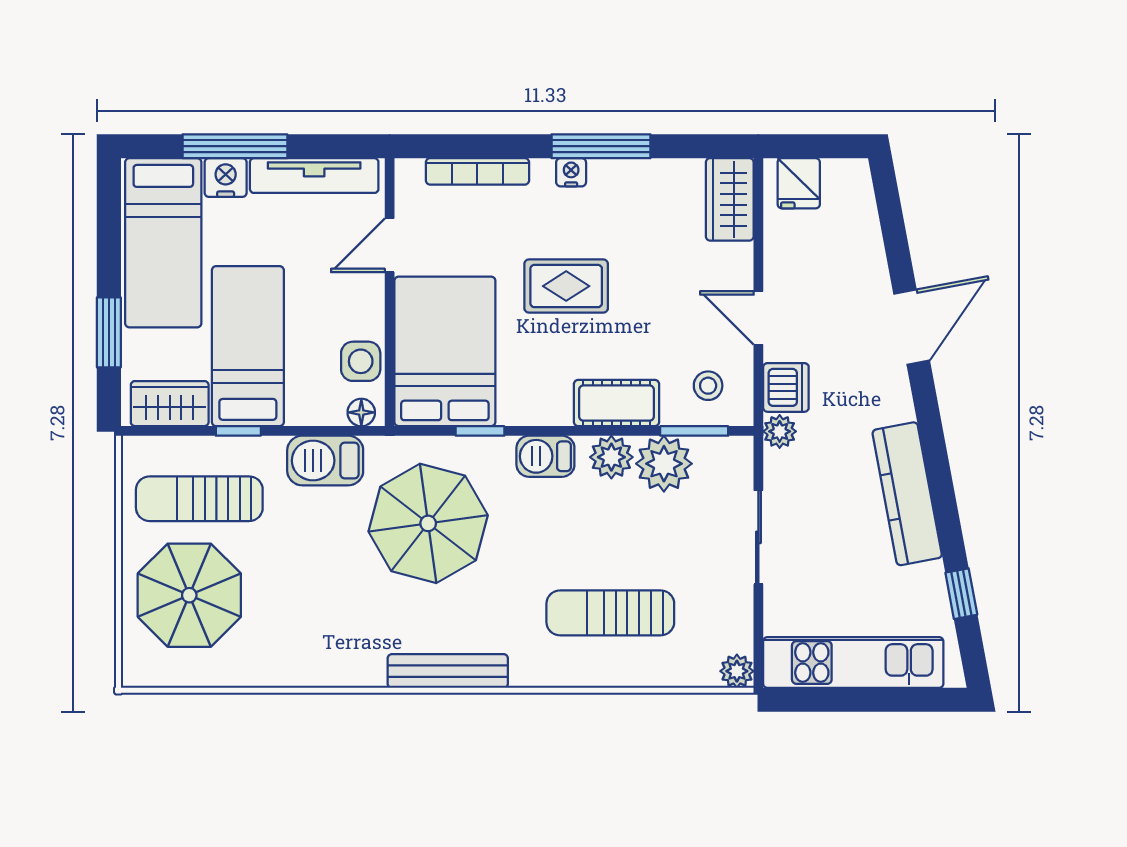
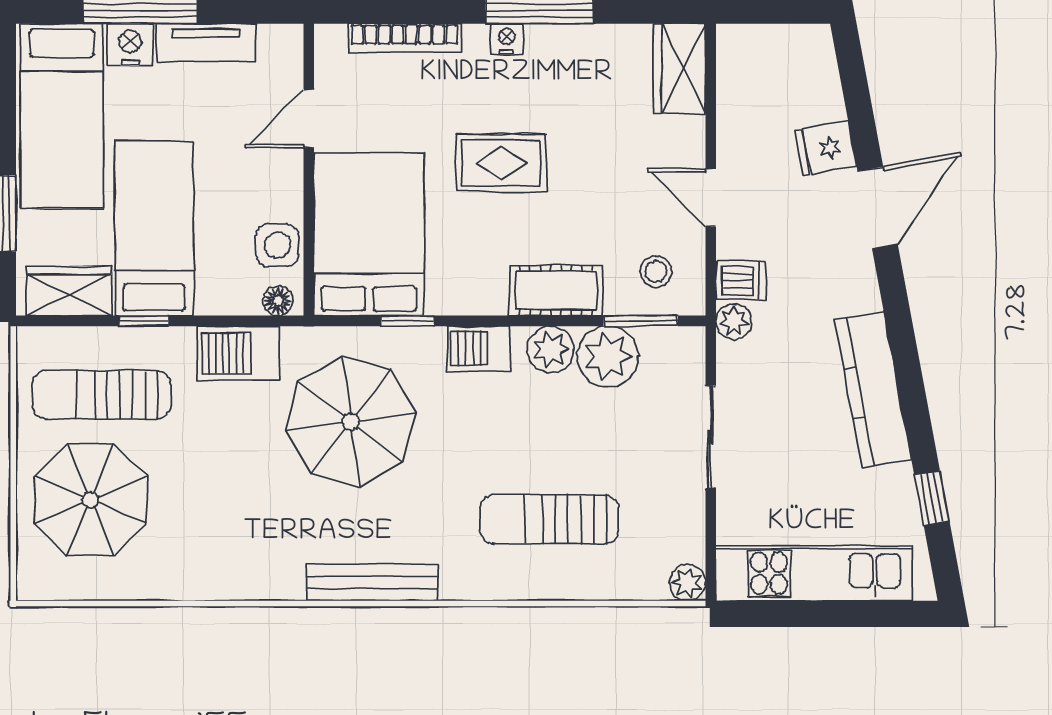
tv unit: (314, 176) -> (206, 43), width x0.71
fridge: (799, 183) -> (826, 148), moved, turned 79
dishwasher: (786, 387) -> (741, 281), width x0.73

